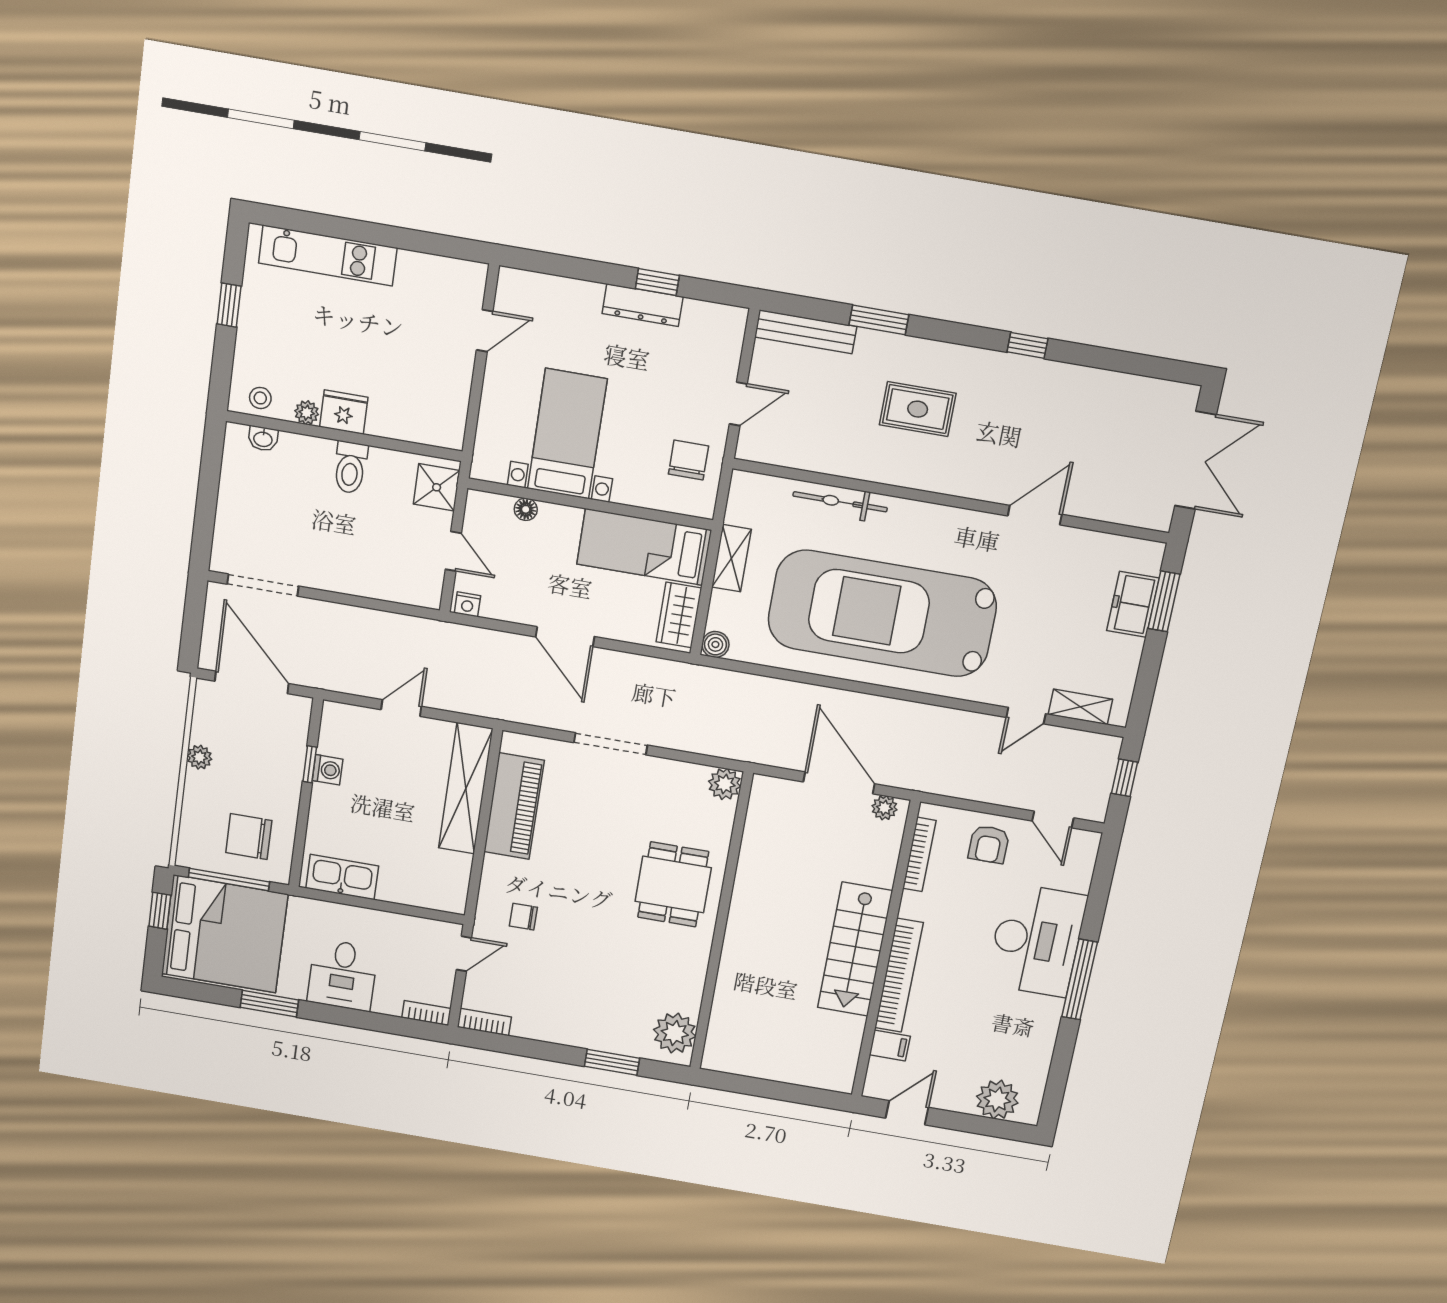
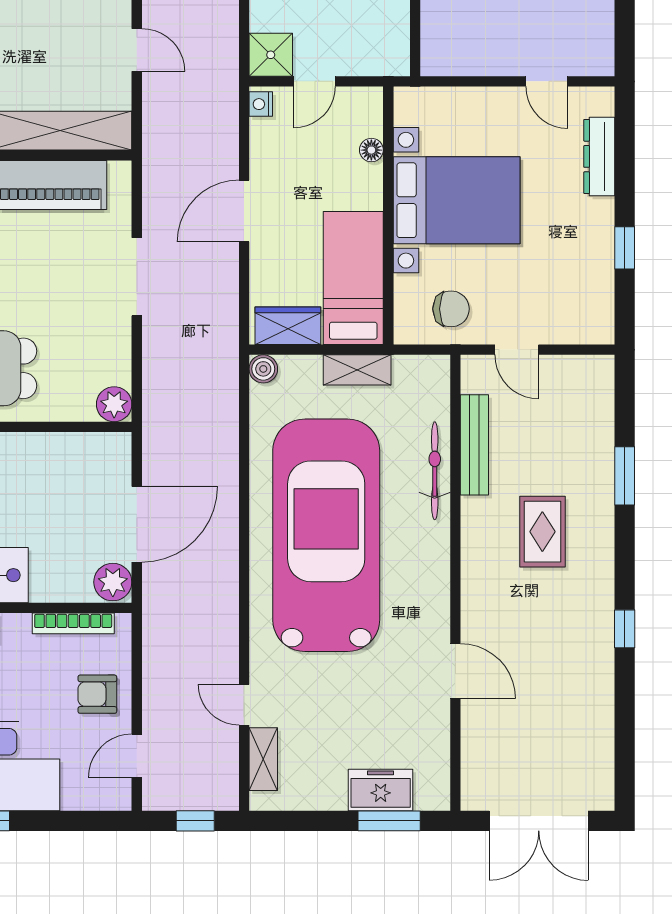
dresser: (642, 305) -> (599, 156), moved
bench: (806, 332) -> (474, 445), moved
bed with nightstands: (567, 434) -> (457, 200), width x1.36
shower: (437, 487) -> (271, 55), moved
plant: (884, 808) -> (113, 582), width x1.38, depth x1.38

